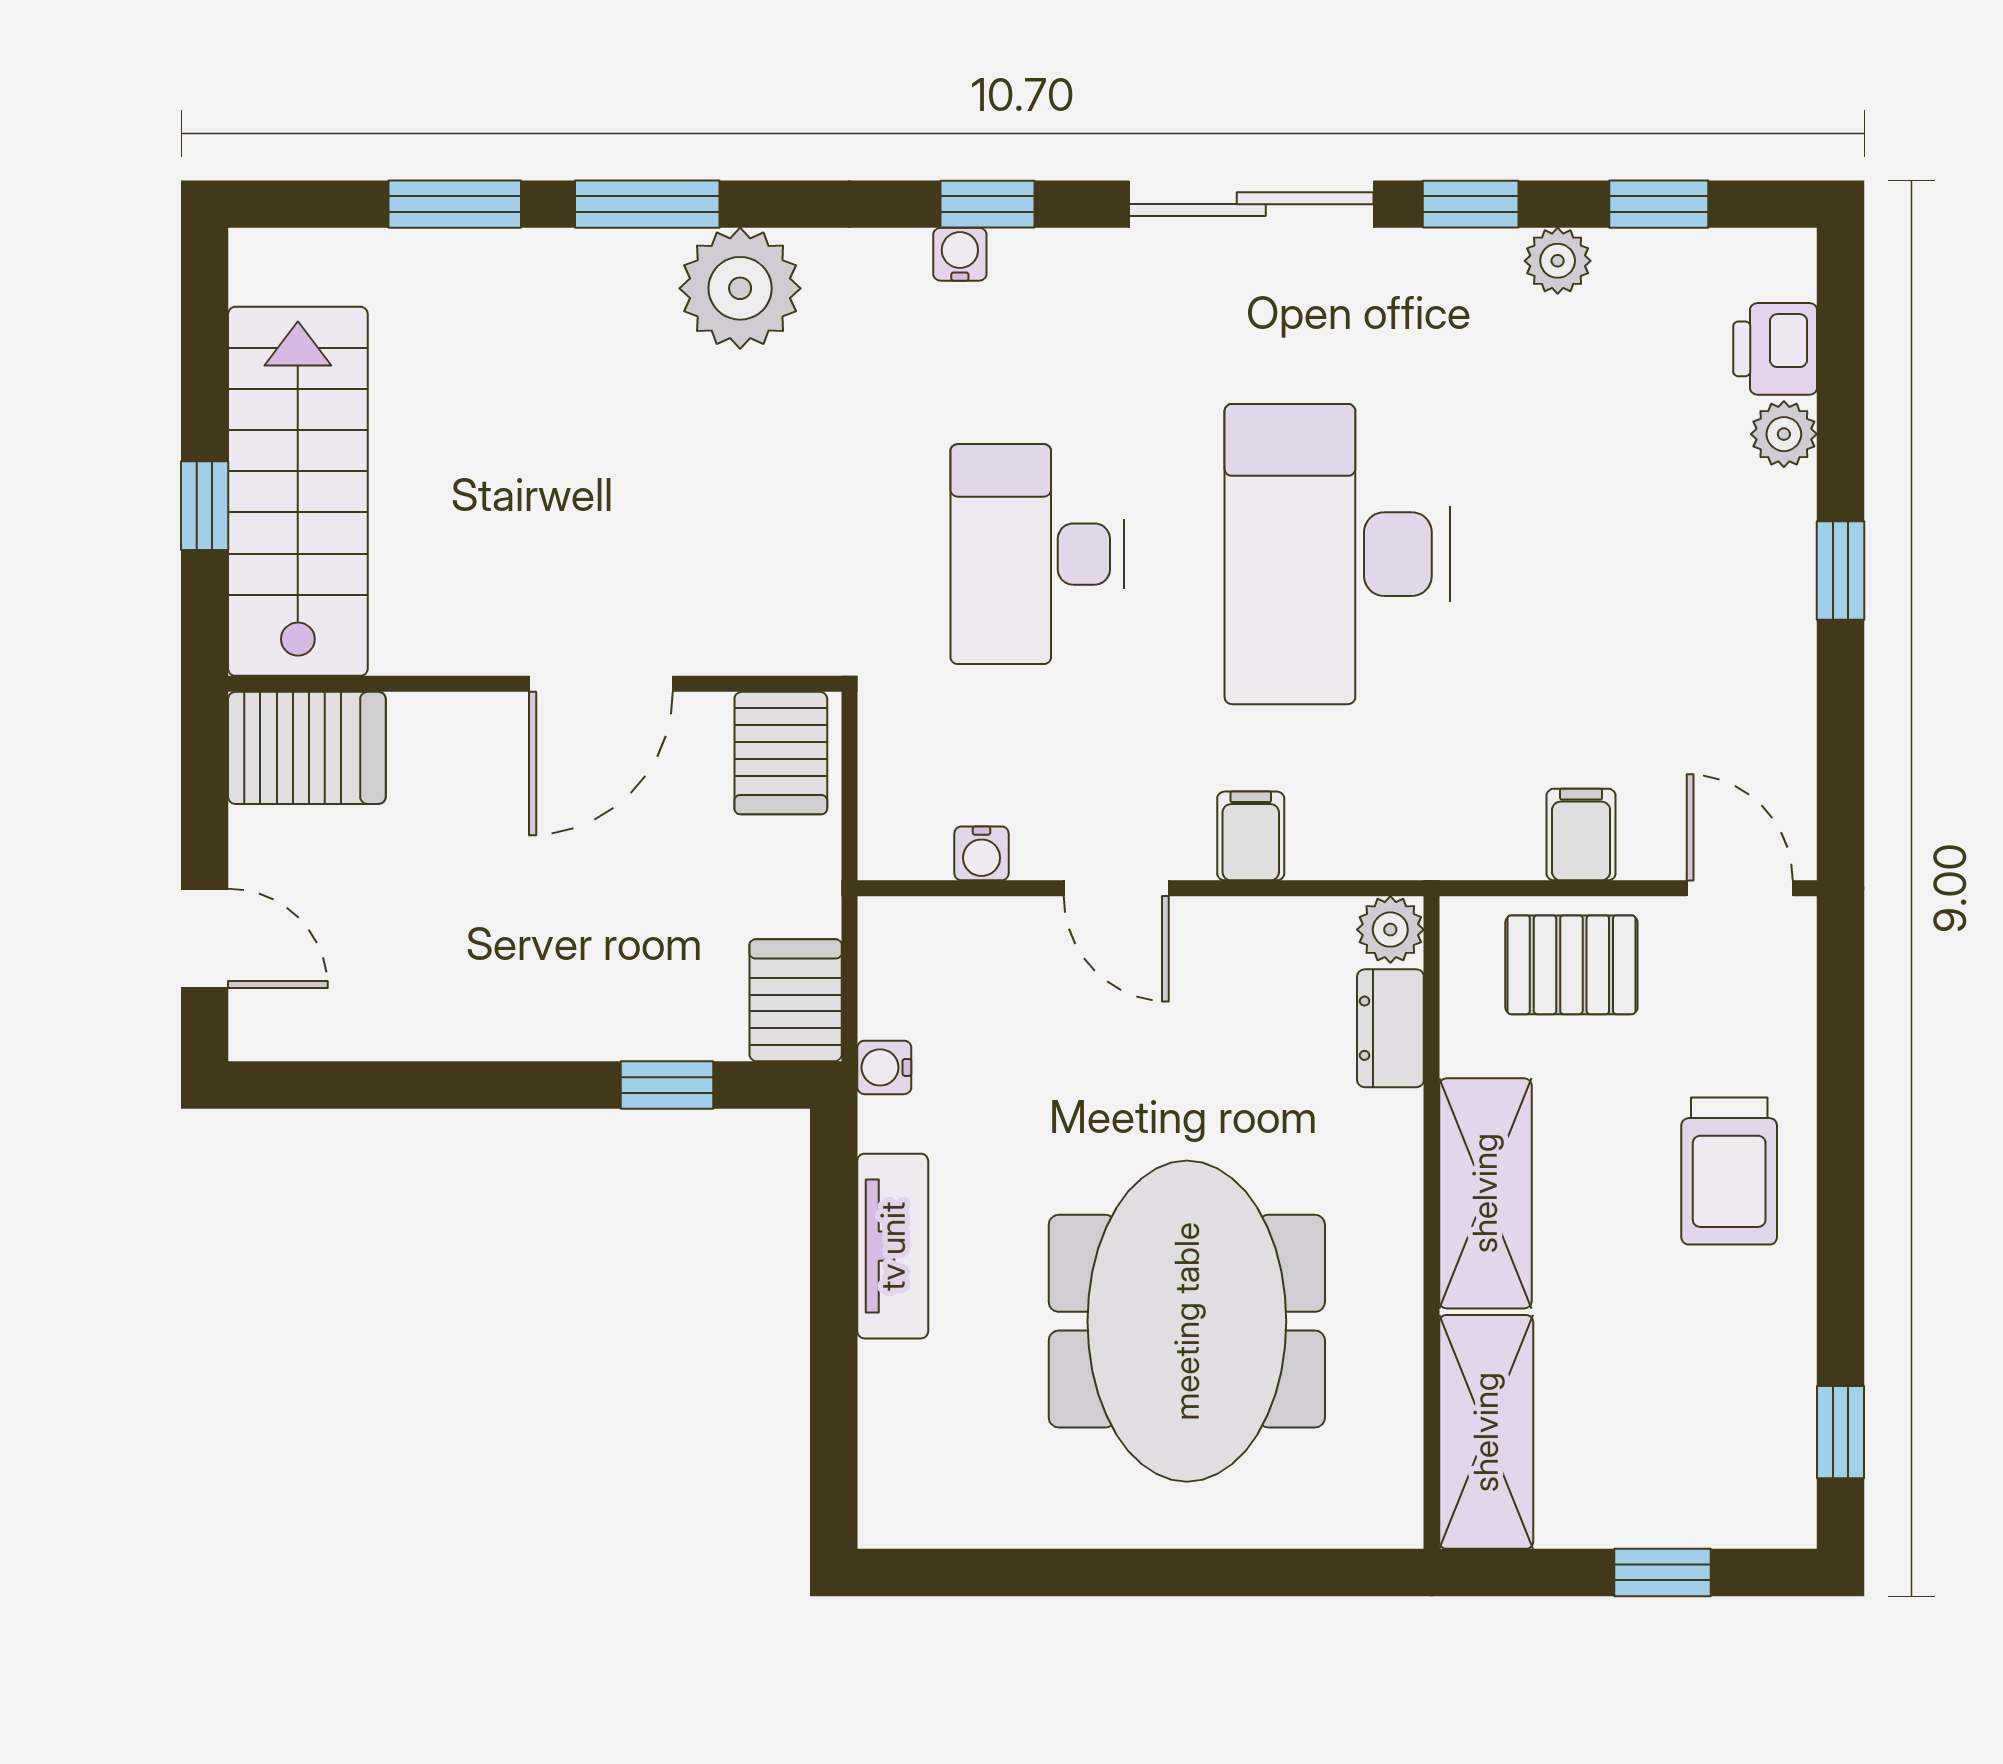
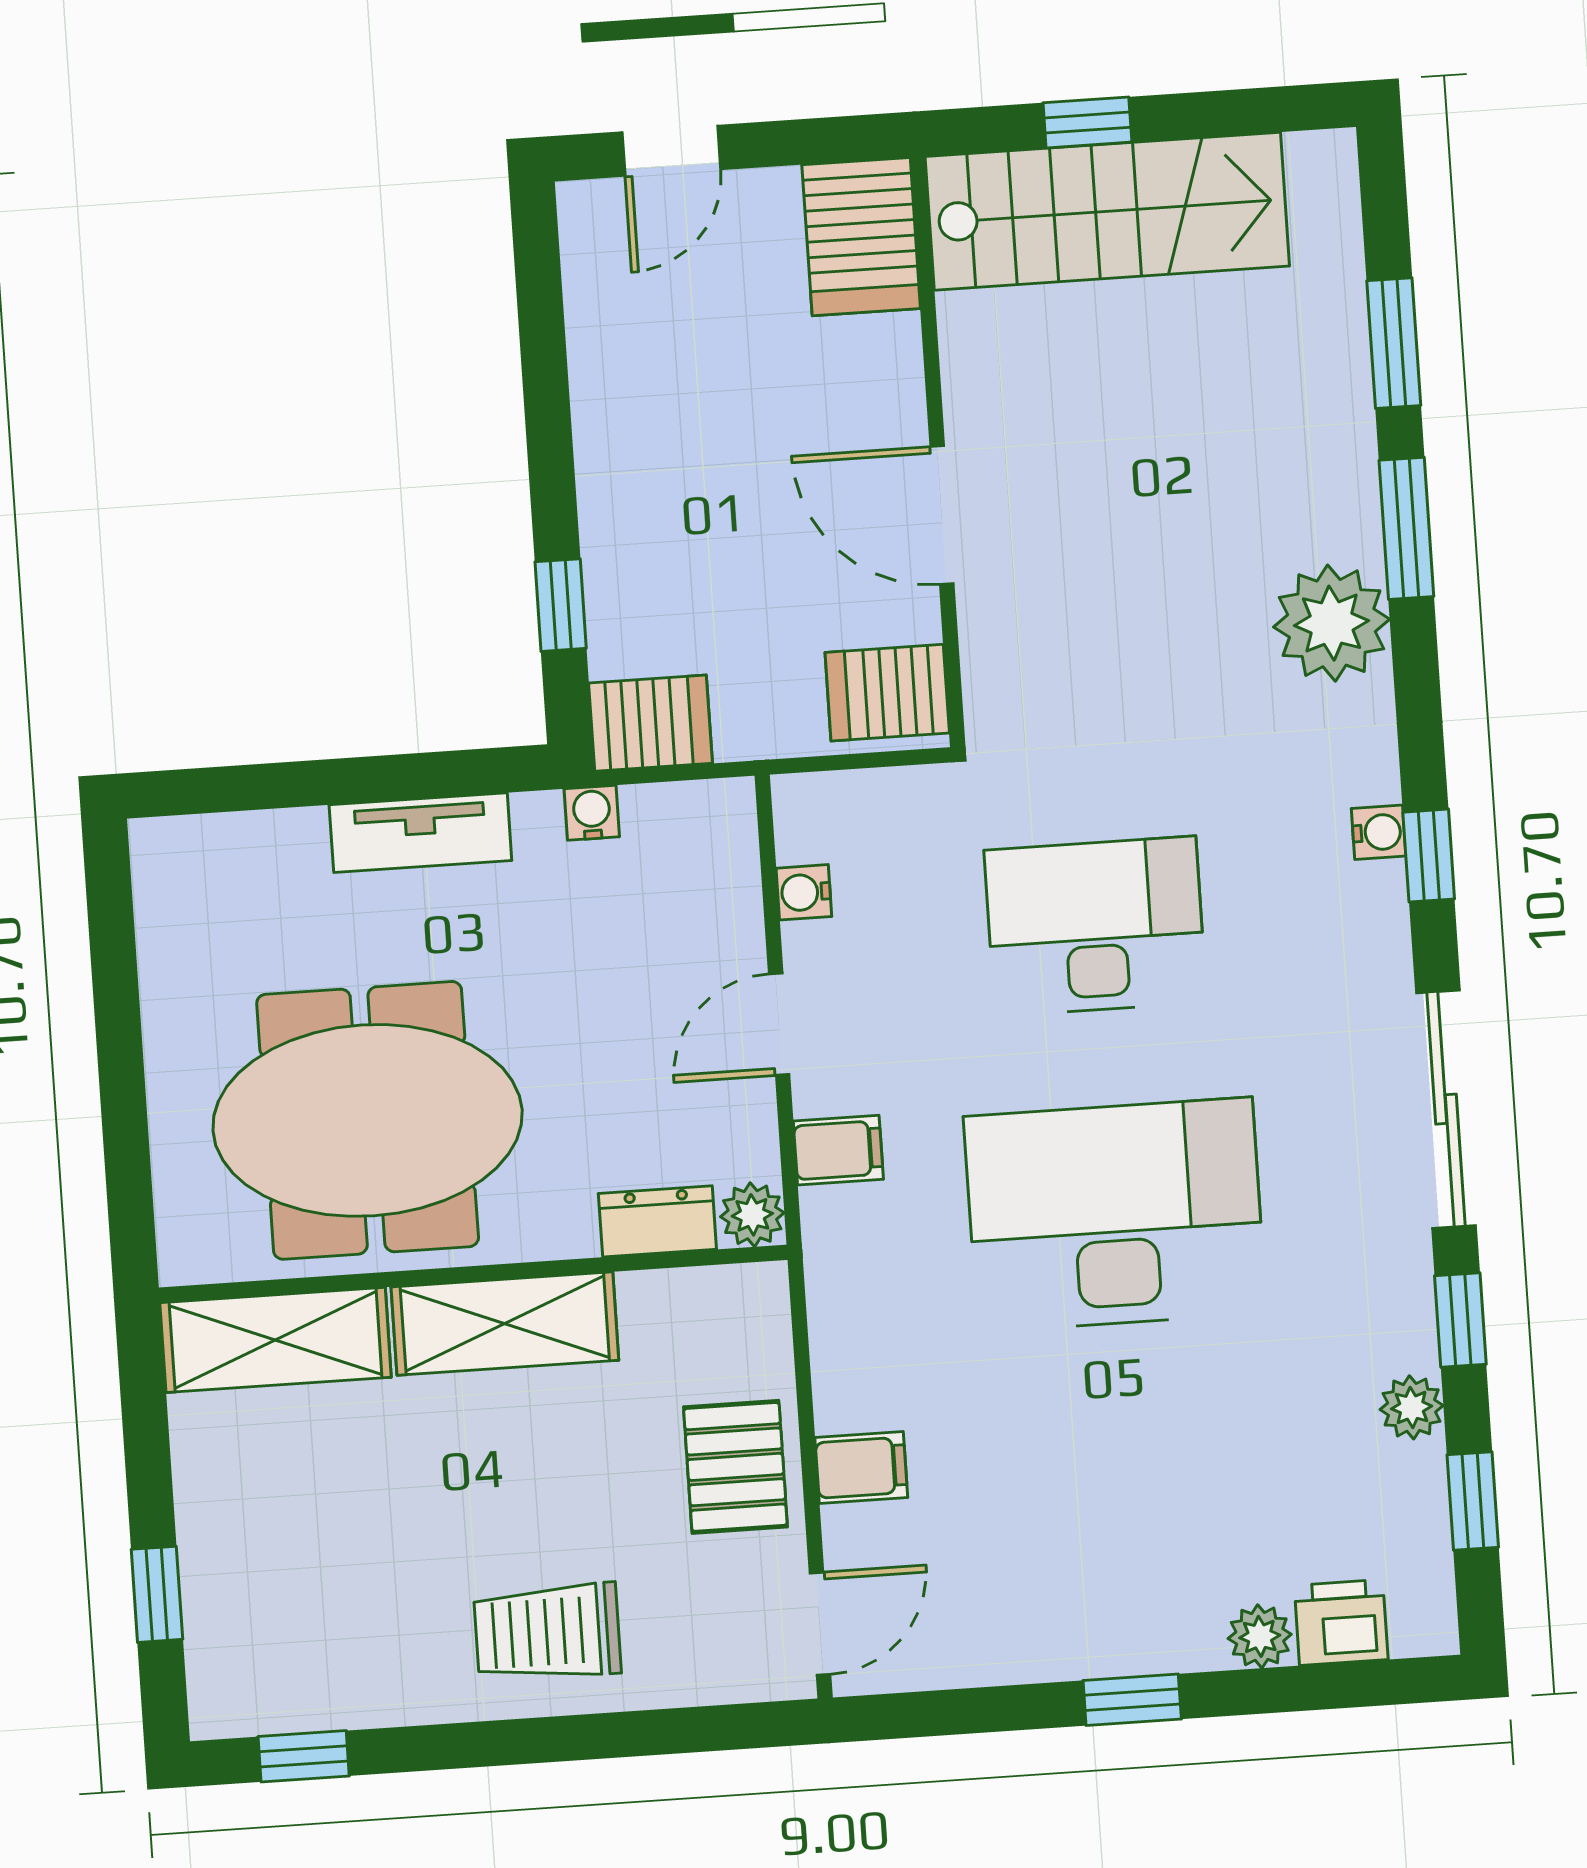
plant: (1390, 930) -> (752, 1215), moved
dresser: (1390, 1028) -> (657, 1221), moved
shelving: (1485, 1193) -> (505, 1324), moved
wall: (1432, 1223) -> (473, 1274), moved
shelving: (1486, 1432) -> (276, 1340), moved

